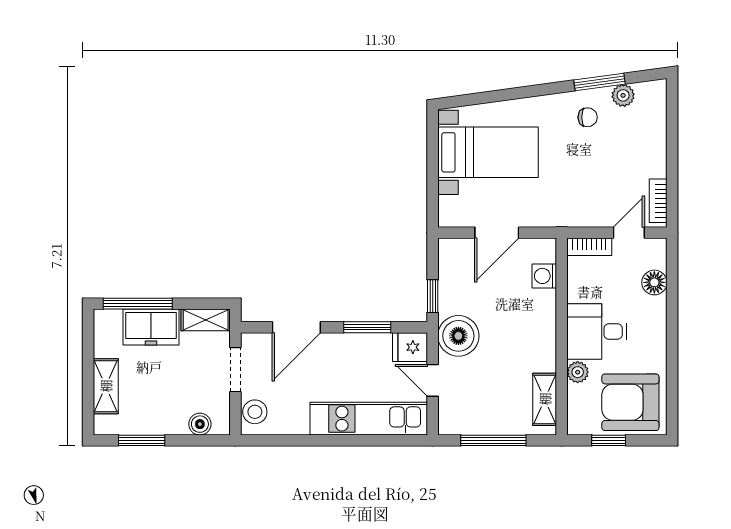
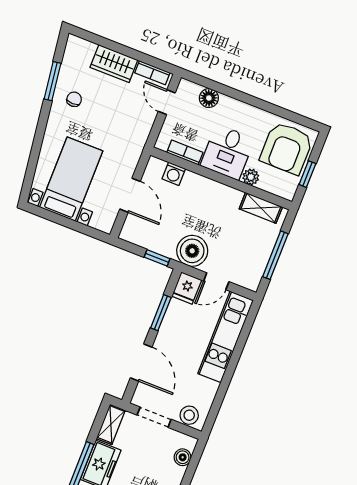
plant: (623, 95) -> (69, 68), removed
wardrobe: (651, 149) -> (114, 64), added
bookcase: (589, 247) -> (185, 152), moved, turned -90

